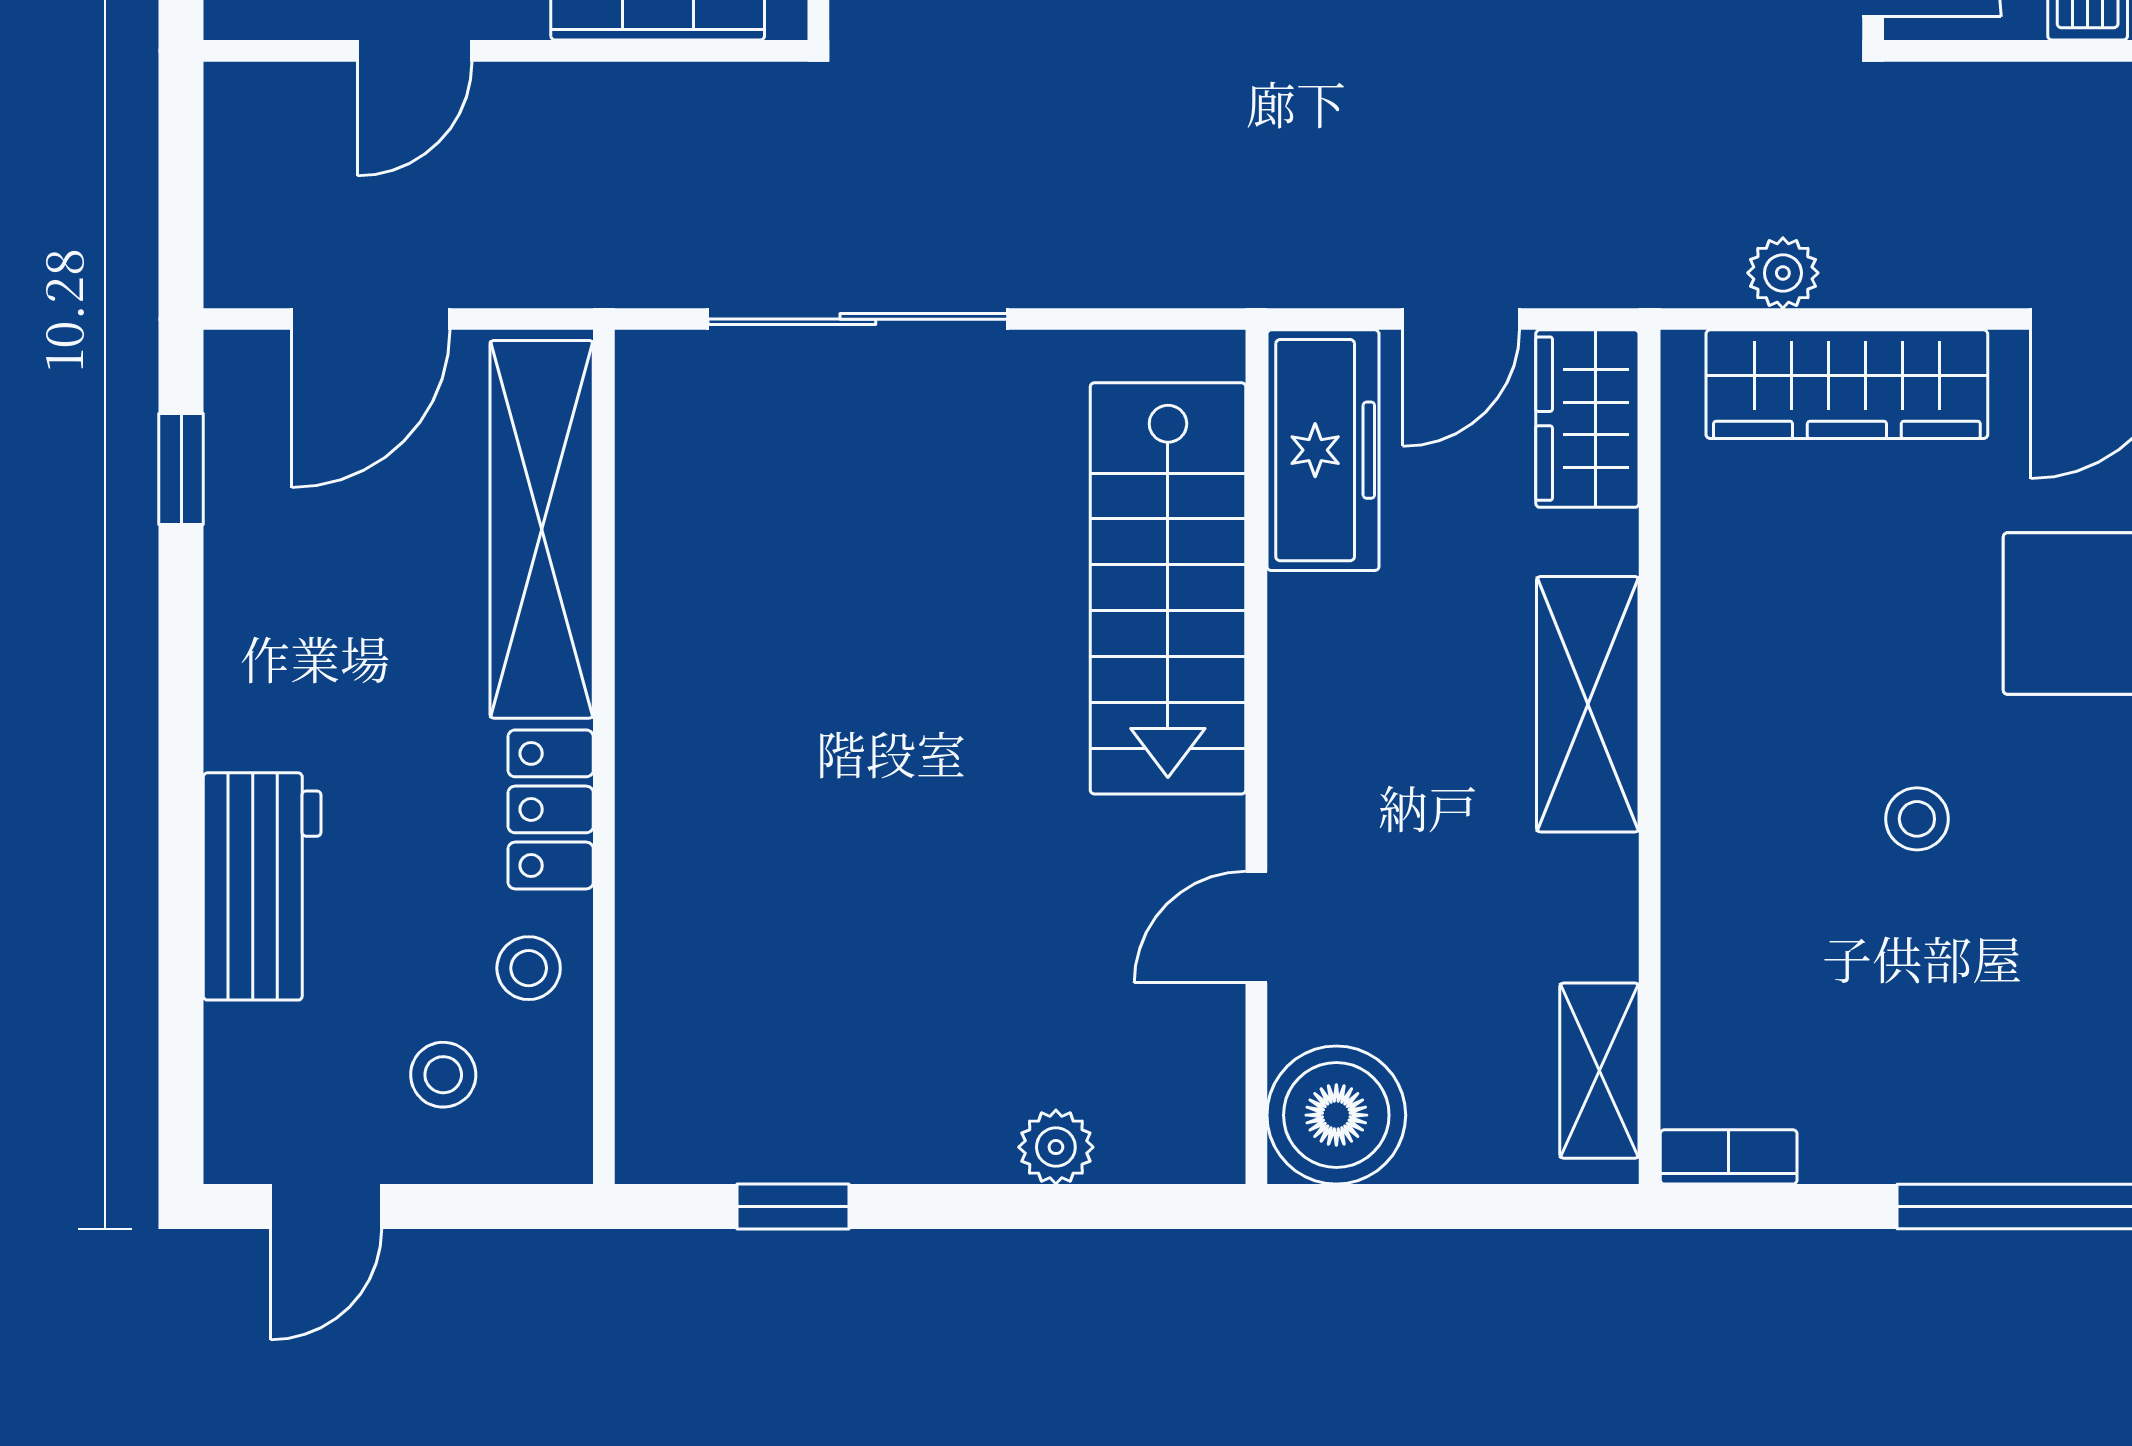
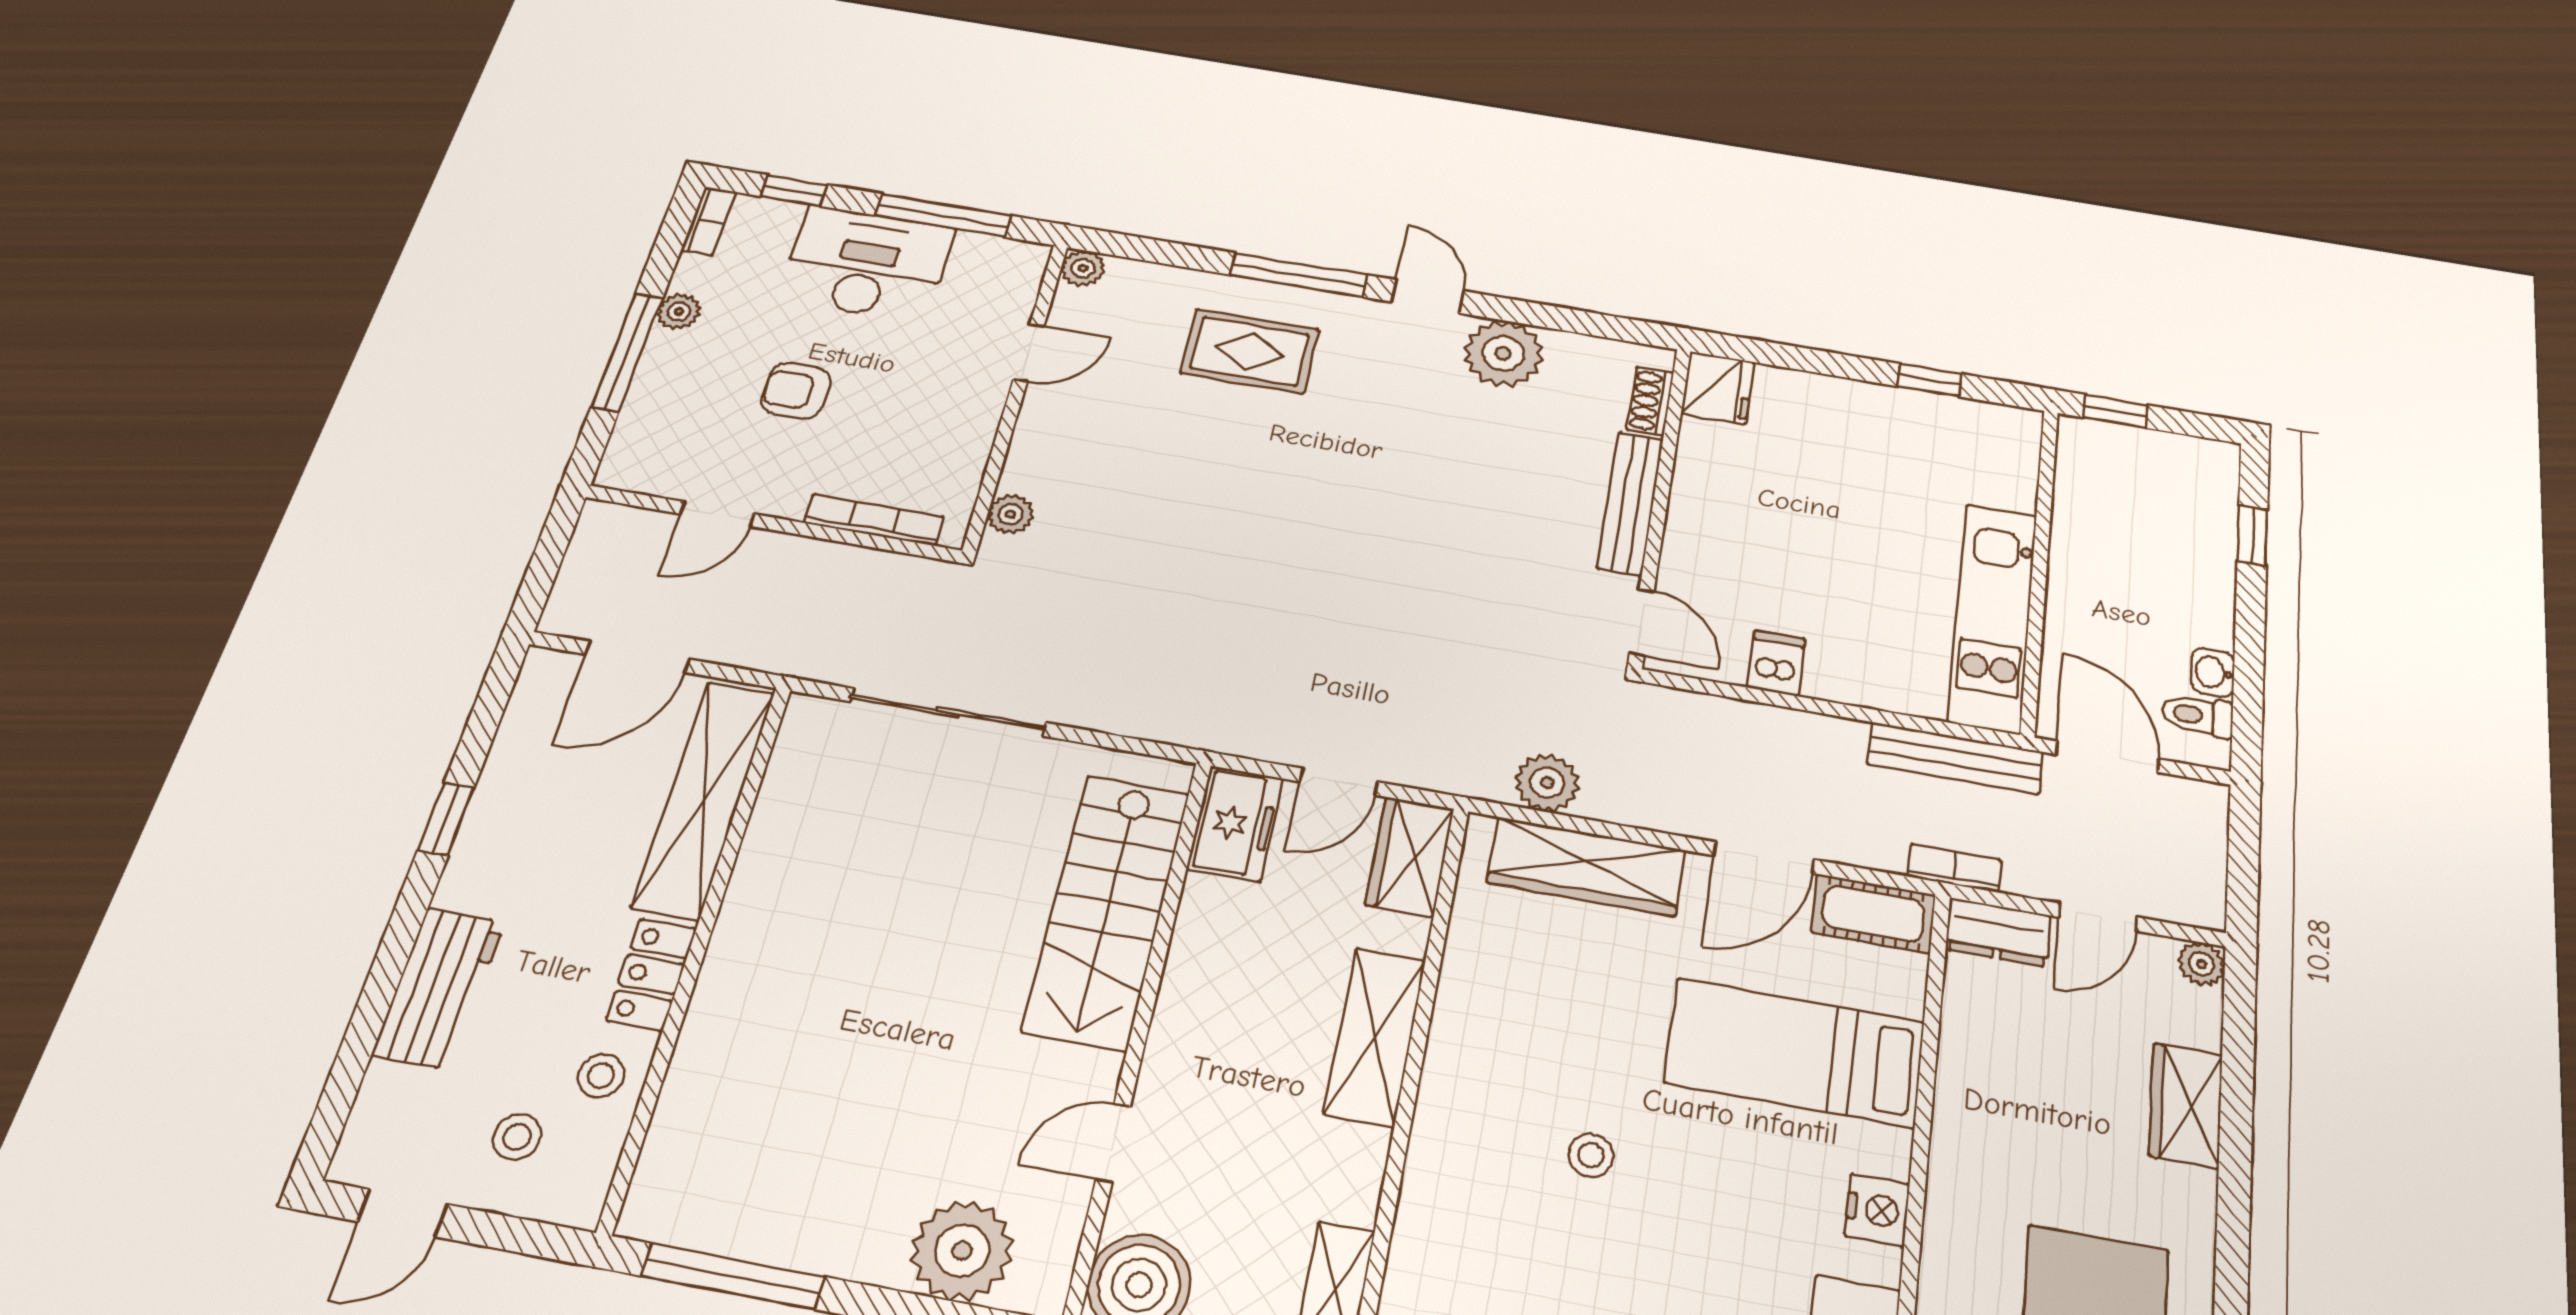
plant: (1783, 273) -> (1547, 783), width x1.38, depth x1.38
freezer: (1323, 450) -> (1235, 823), width x0.71
window: (181, 469) -> (446, 819), moved
plant: (1056, 1147) -> (962, 1251), width x1.87, depth x1.87
window: (793, 1207) -> (733, 1276), width x2.17

